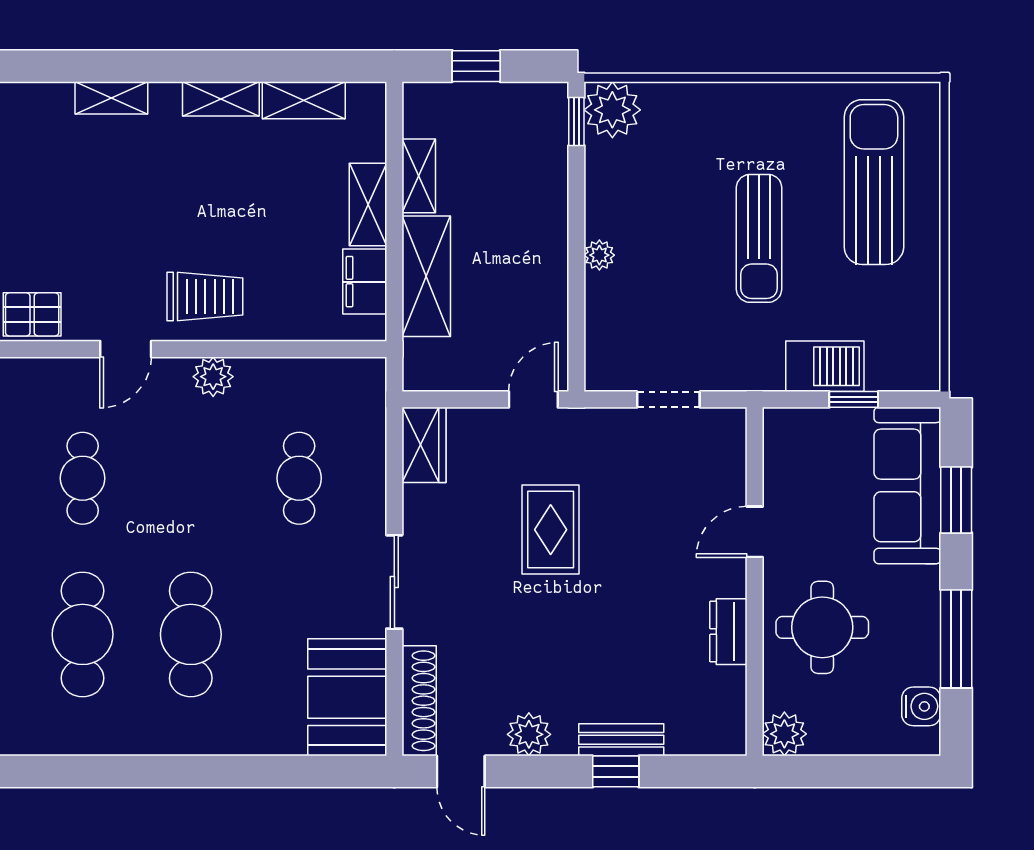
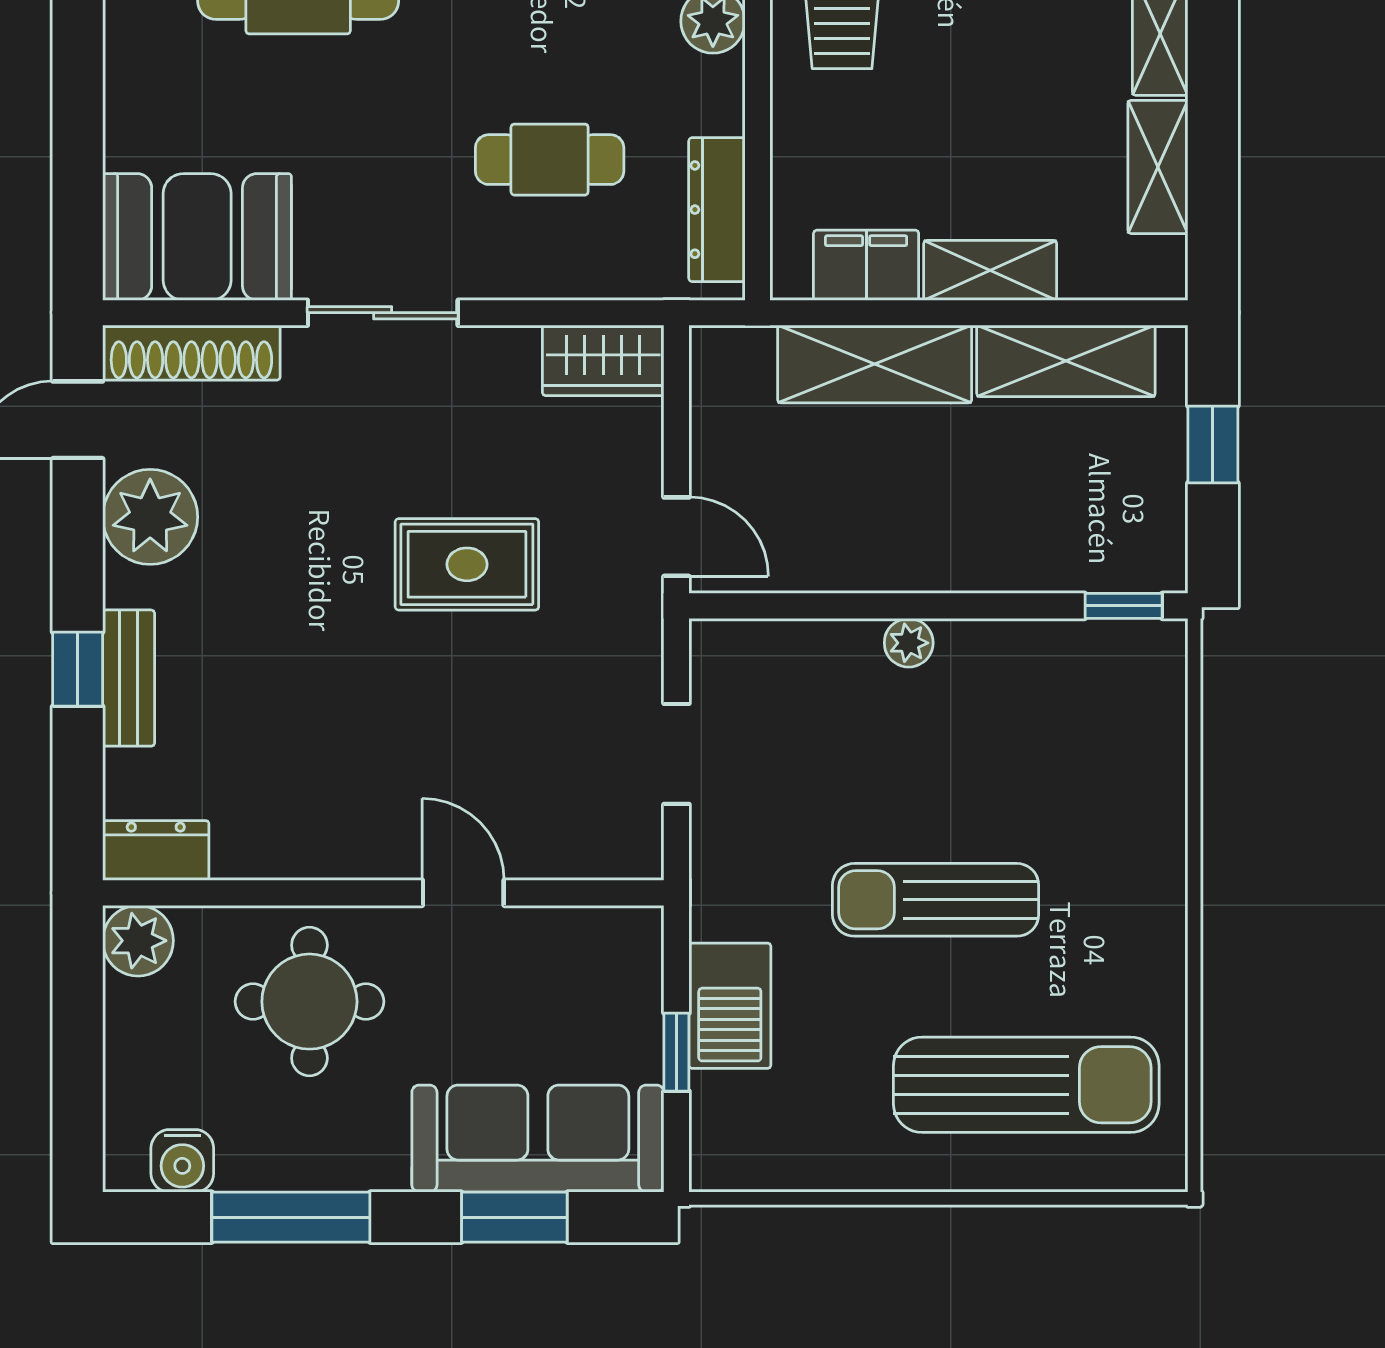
plant: (612, 110) -> (1143, 664), removed
shelving: (419, 176) -> (1066, 361), width x1.50, depth x1.33
dresser: (330, 374) -> (717, 210), added
dresser: (728, 632) -> (156, 850), moved
plant: (529, 734) -> (150, 517), width x1.36, depth x1.36

